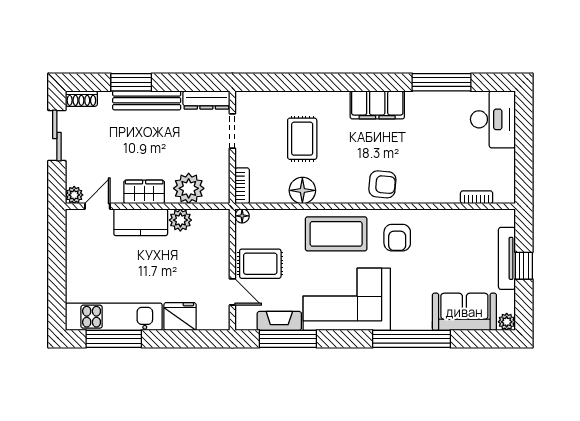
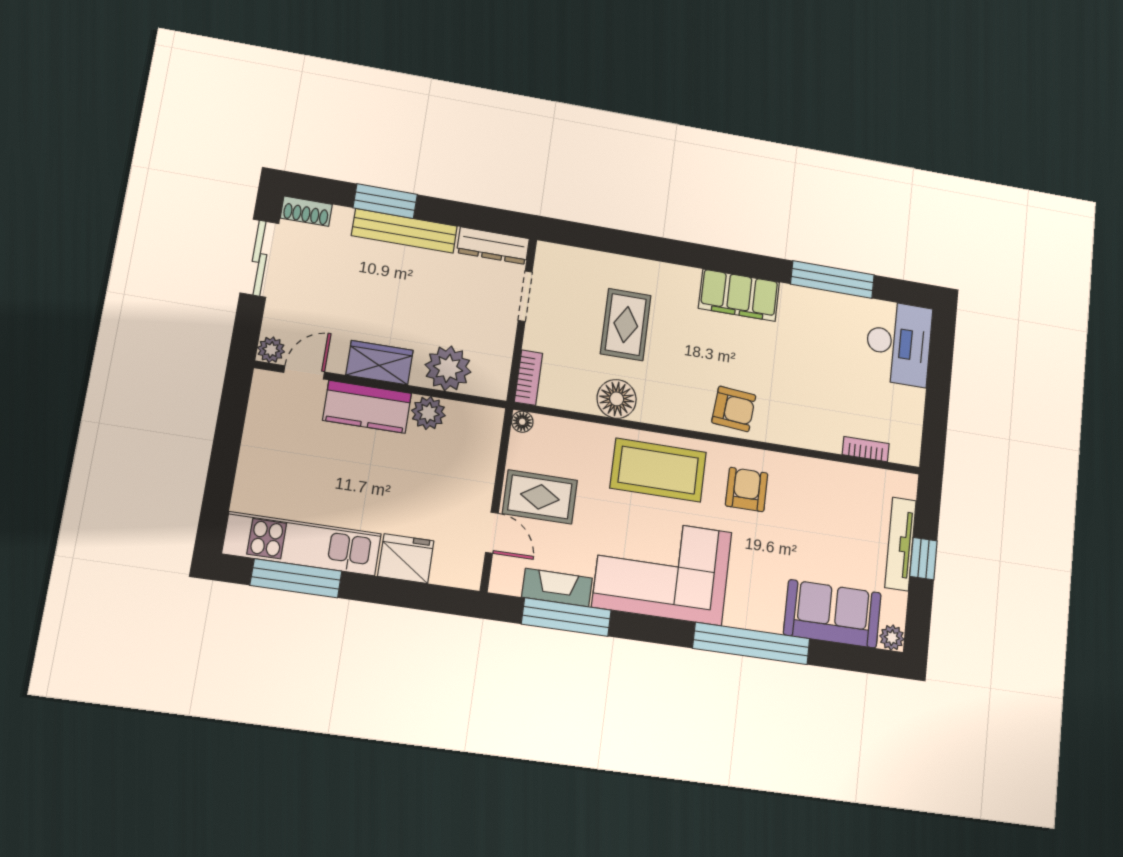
armchair: (397, 238) -> (747, 489), turned 180

